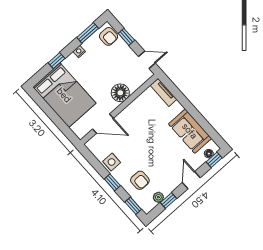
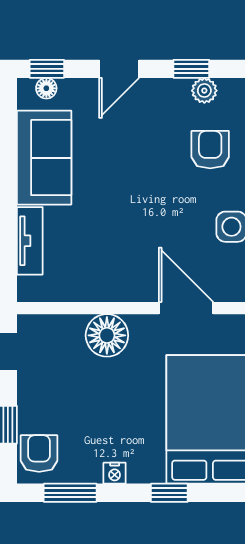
tv unit: (163, 92) -> (30, 241), moved

